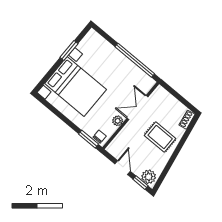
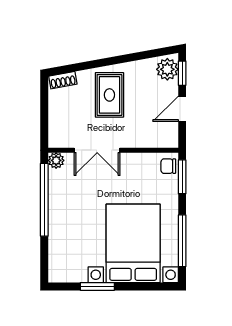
window: (56, 112) -> (182, 241), added
plant: (118, 121) -> (56, 160), moved

